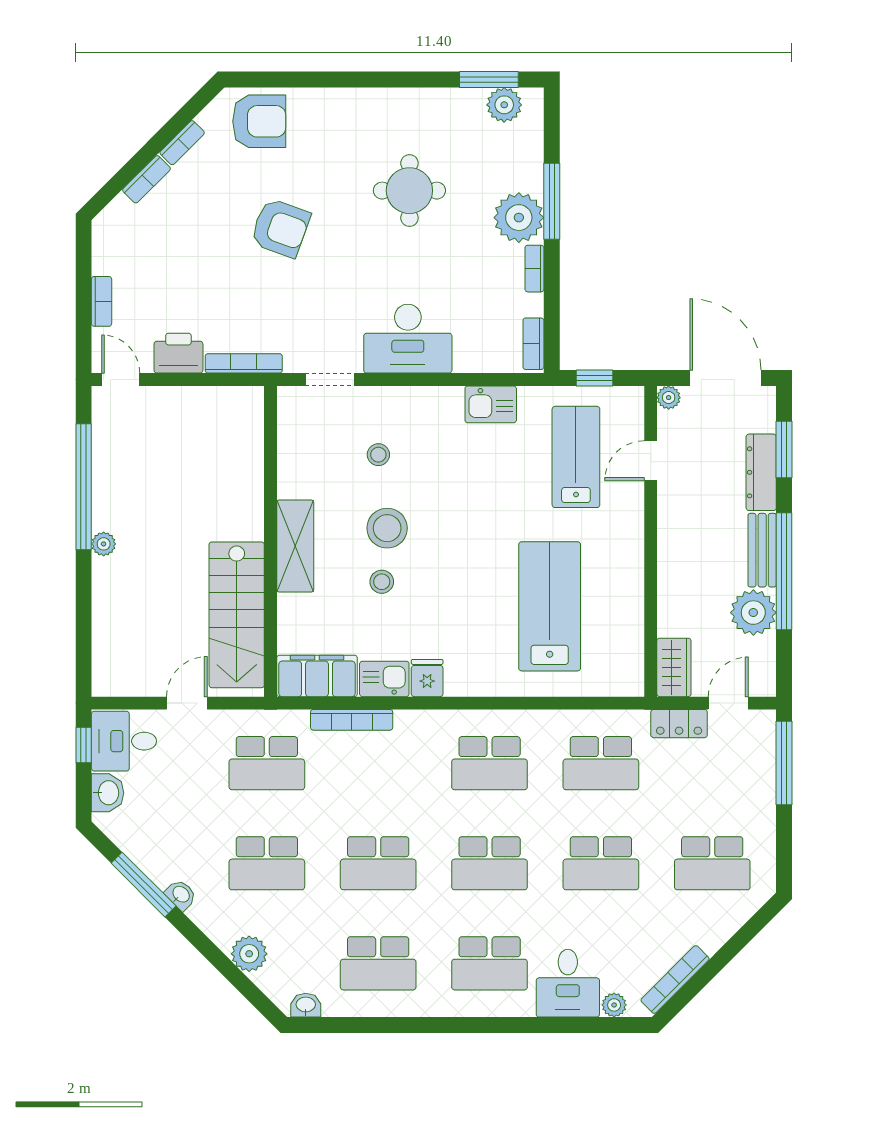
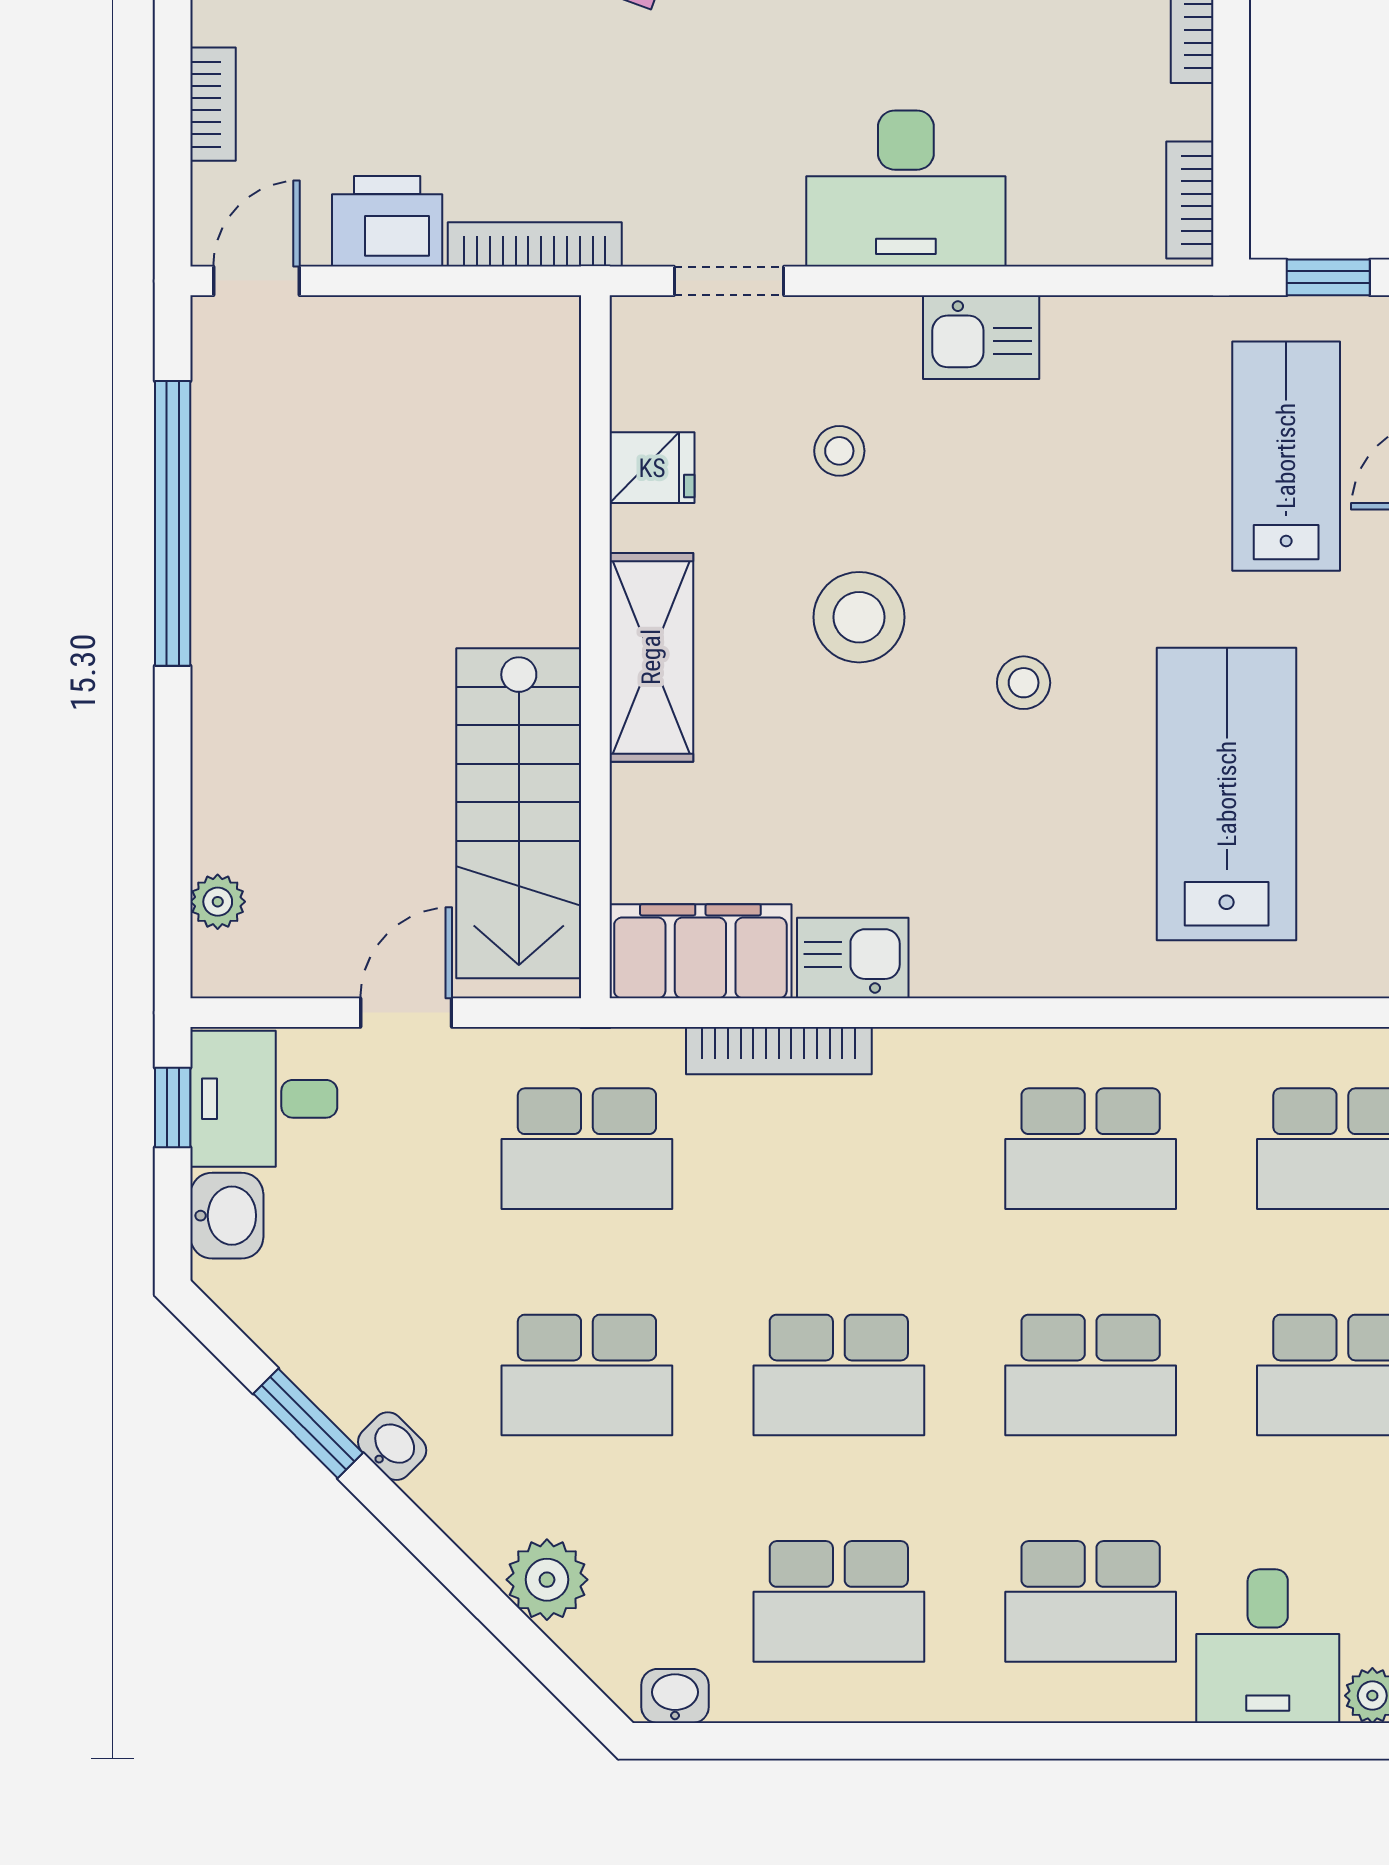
door: (121, 380) -> (257, 281), hinge flipped
kitchen sink: (491, 404) -> (981, 337), moved
plant: (104, 544) -> (218, 902), moved
stool: (382, 582) -> (1024, 683), moved
fridge: (427, 678) -> (652, 468), moved, turned 90
window: (144, 885) -> (308, 1423), width x0.69

